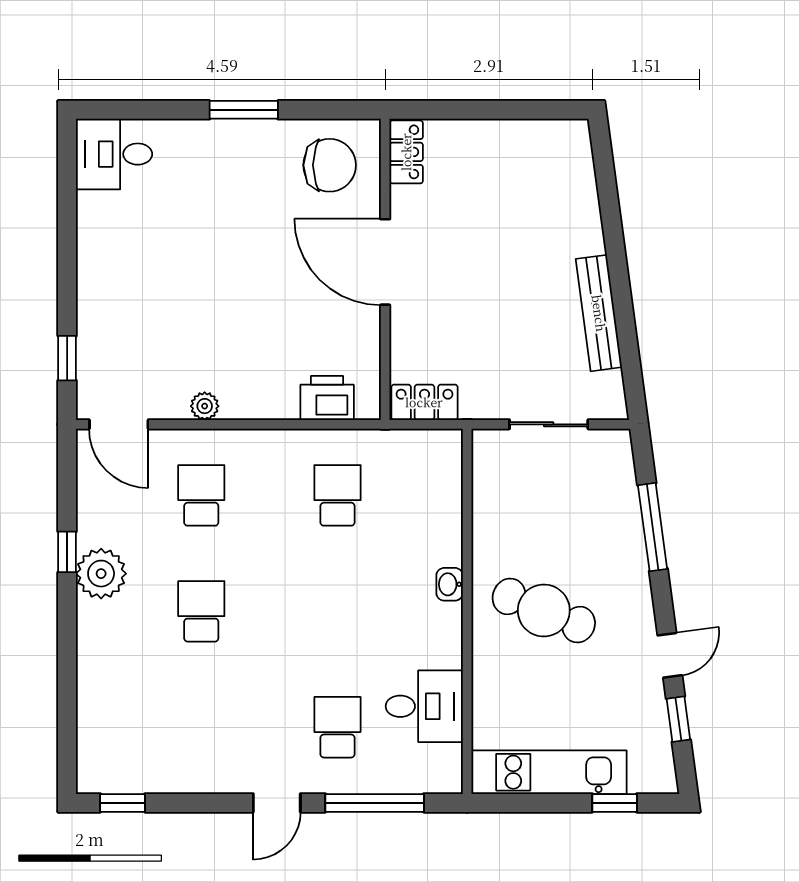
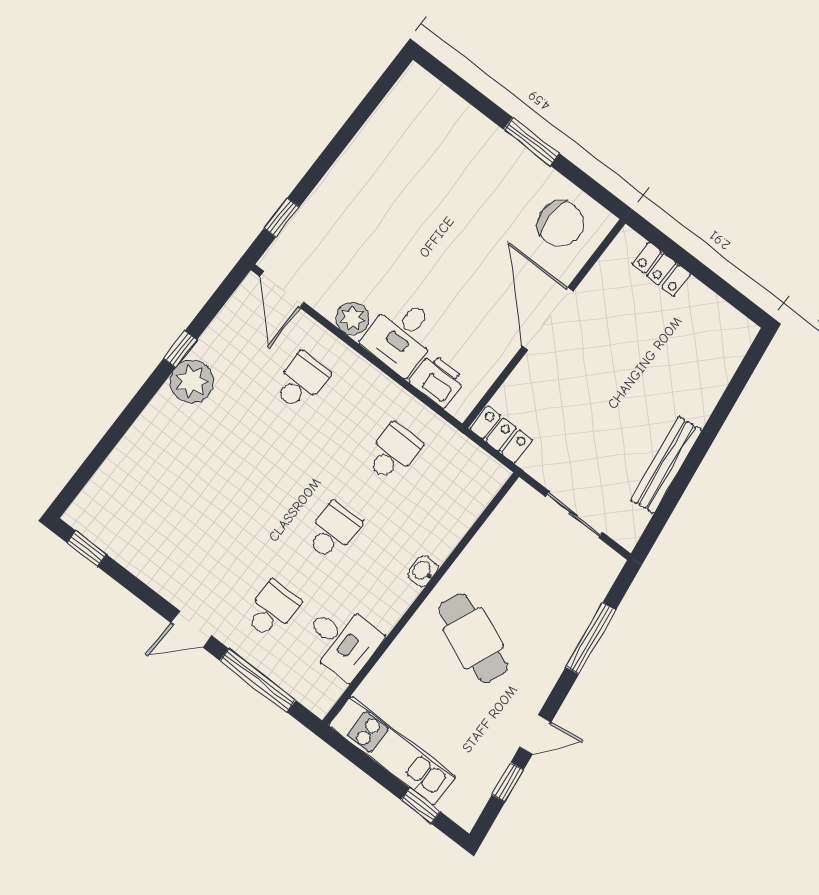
locker: (406, 152) -> (661, 269), moved, turned 90
desk: (114, 154) -> (402, 336), moved, turned -90
plant: (205, 406) -> (353, 318), width x1.38, depth x1.38
school desk: (201, 611) -> (333, 531), moved

